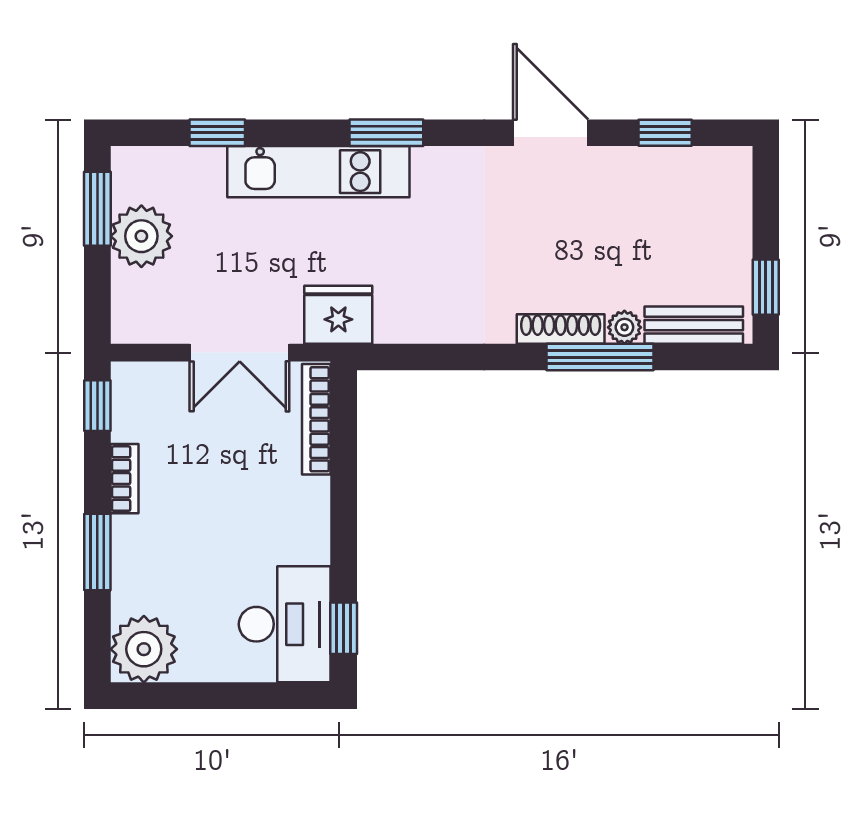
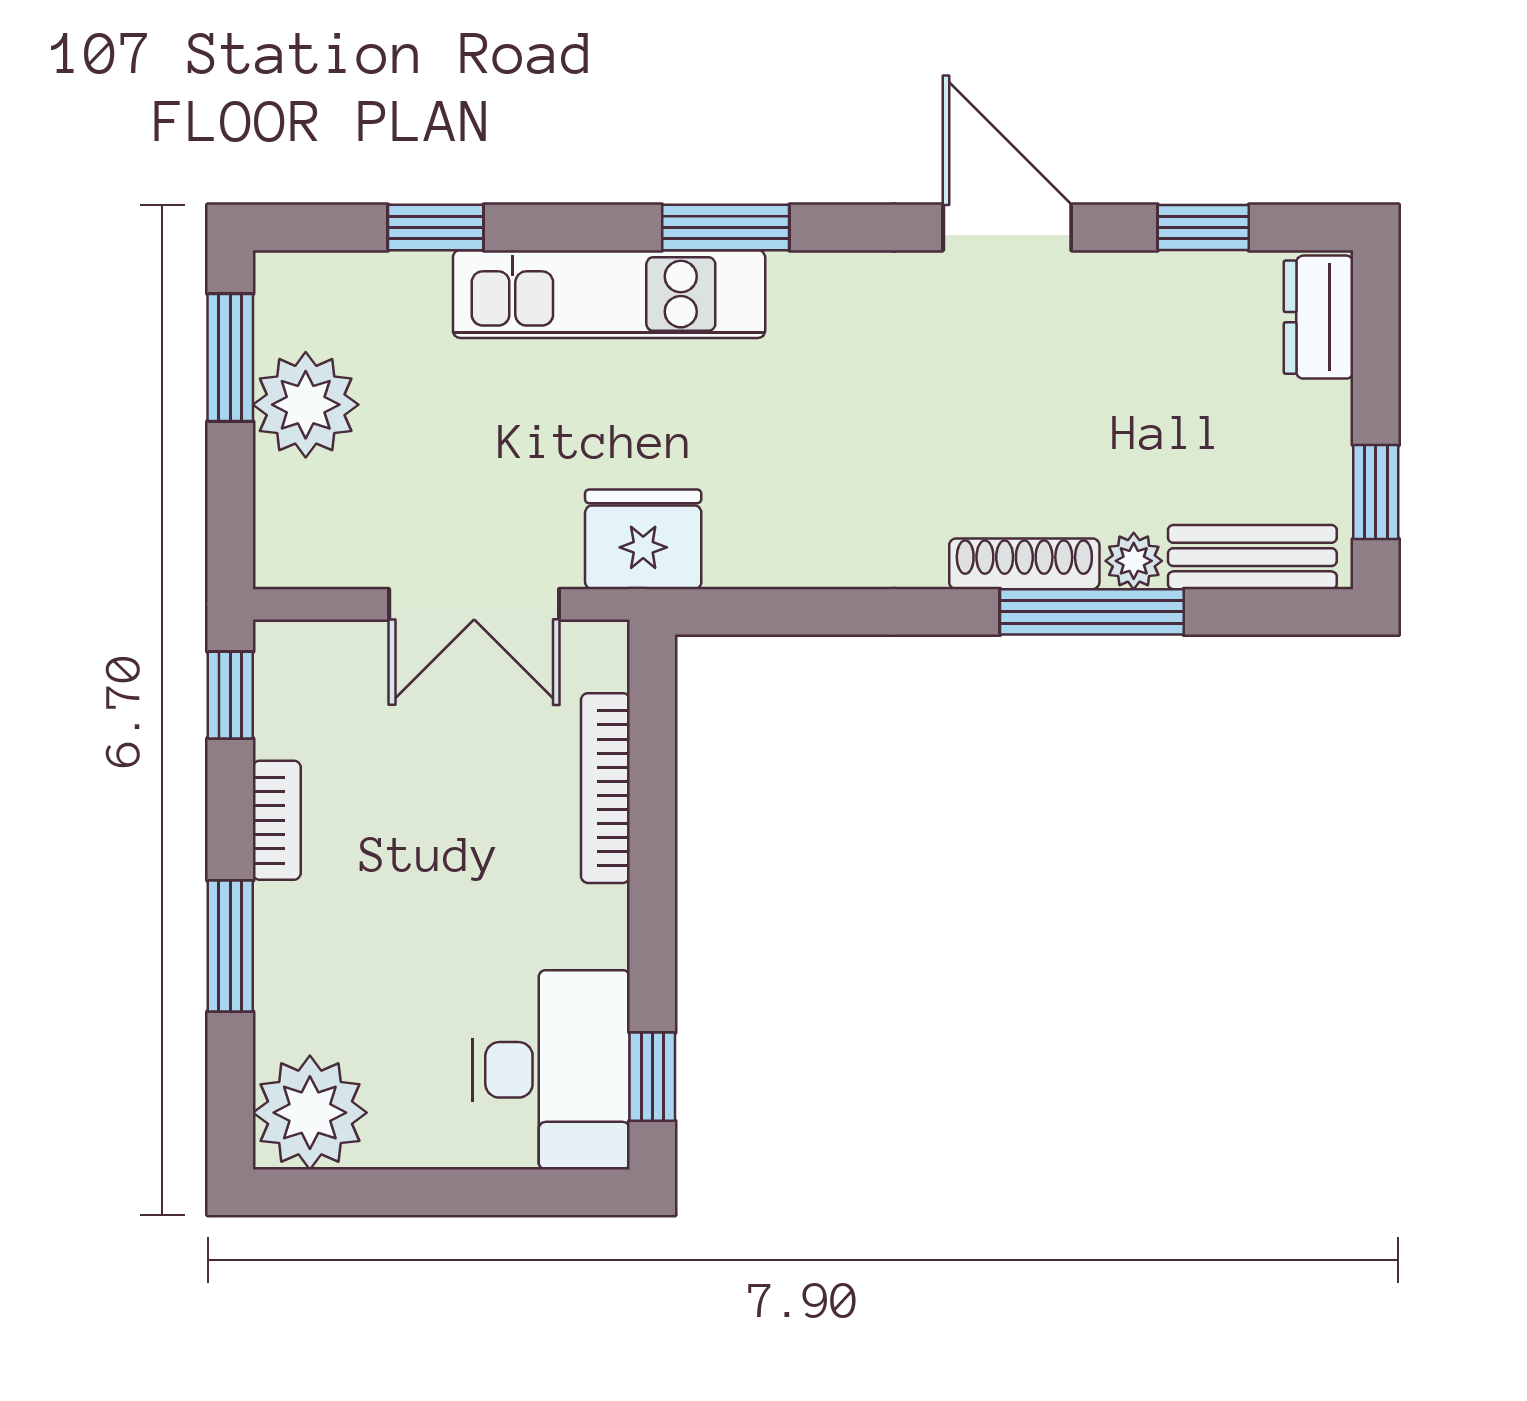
dresser: (732, 185) -> (1319, 317), added
bookcase: (316, 419) -> (605, 788), moved

